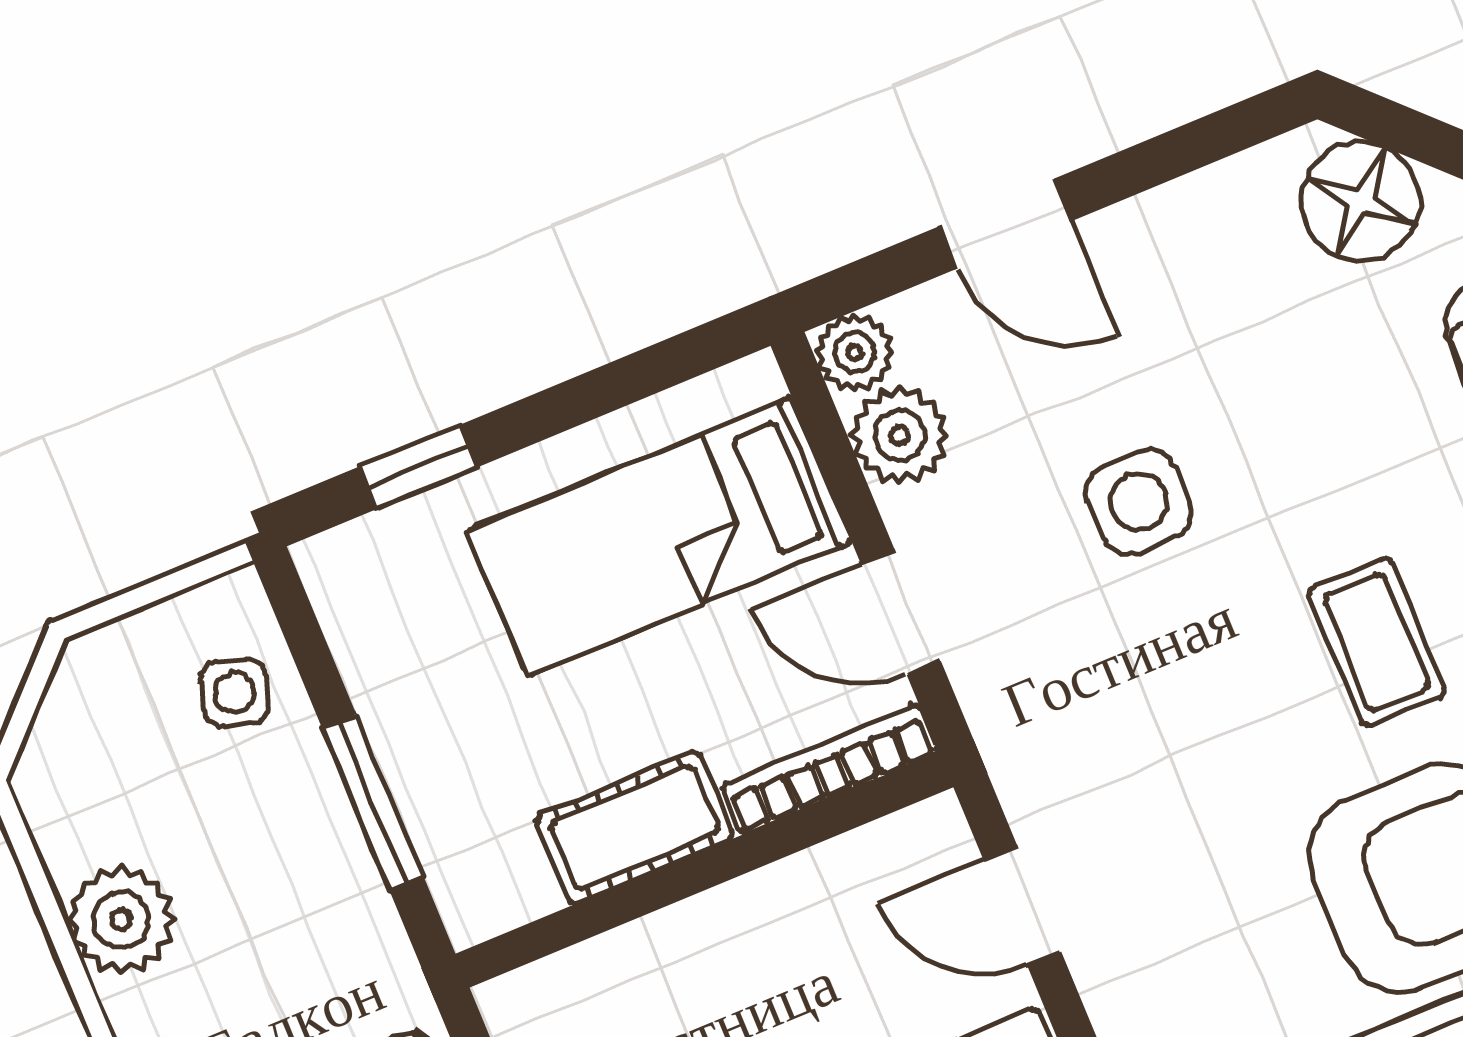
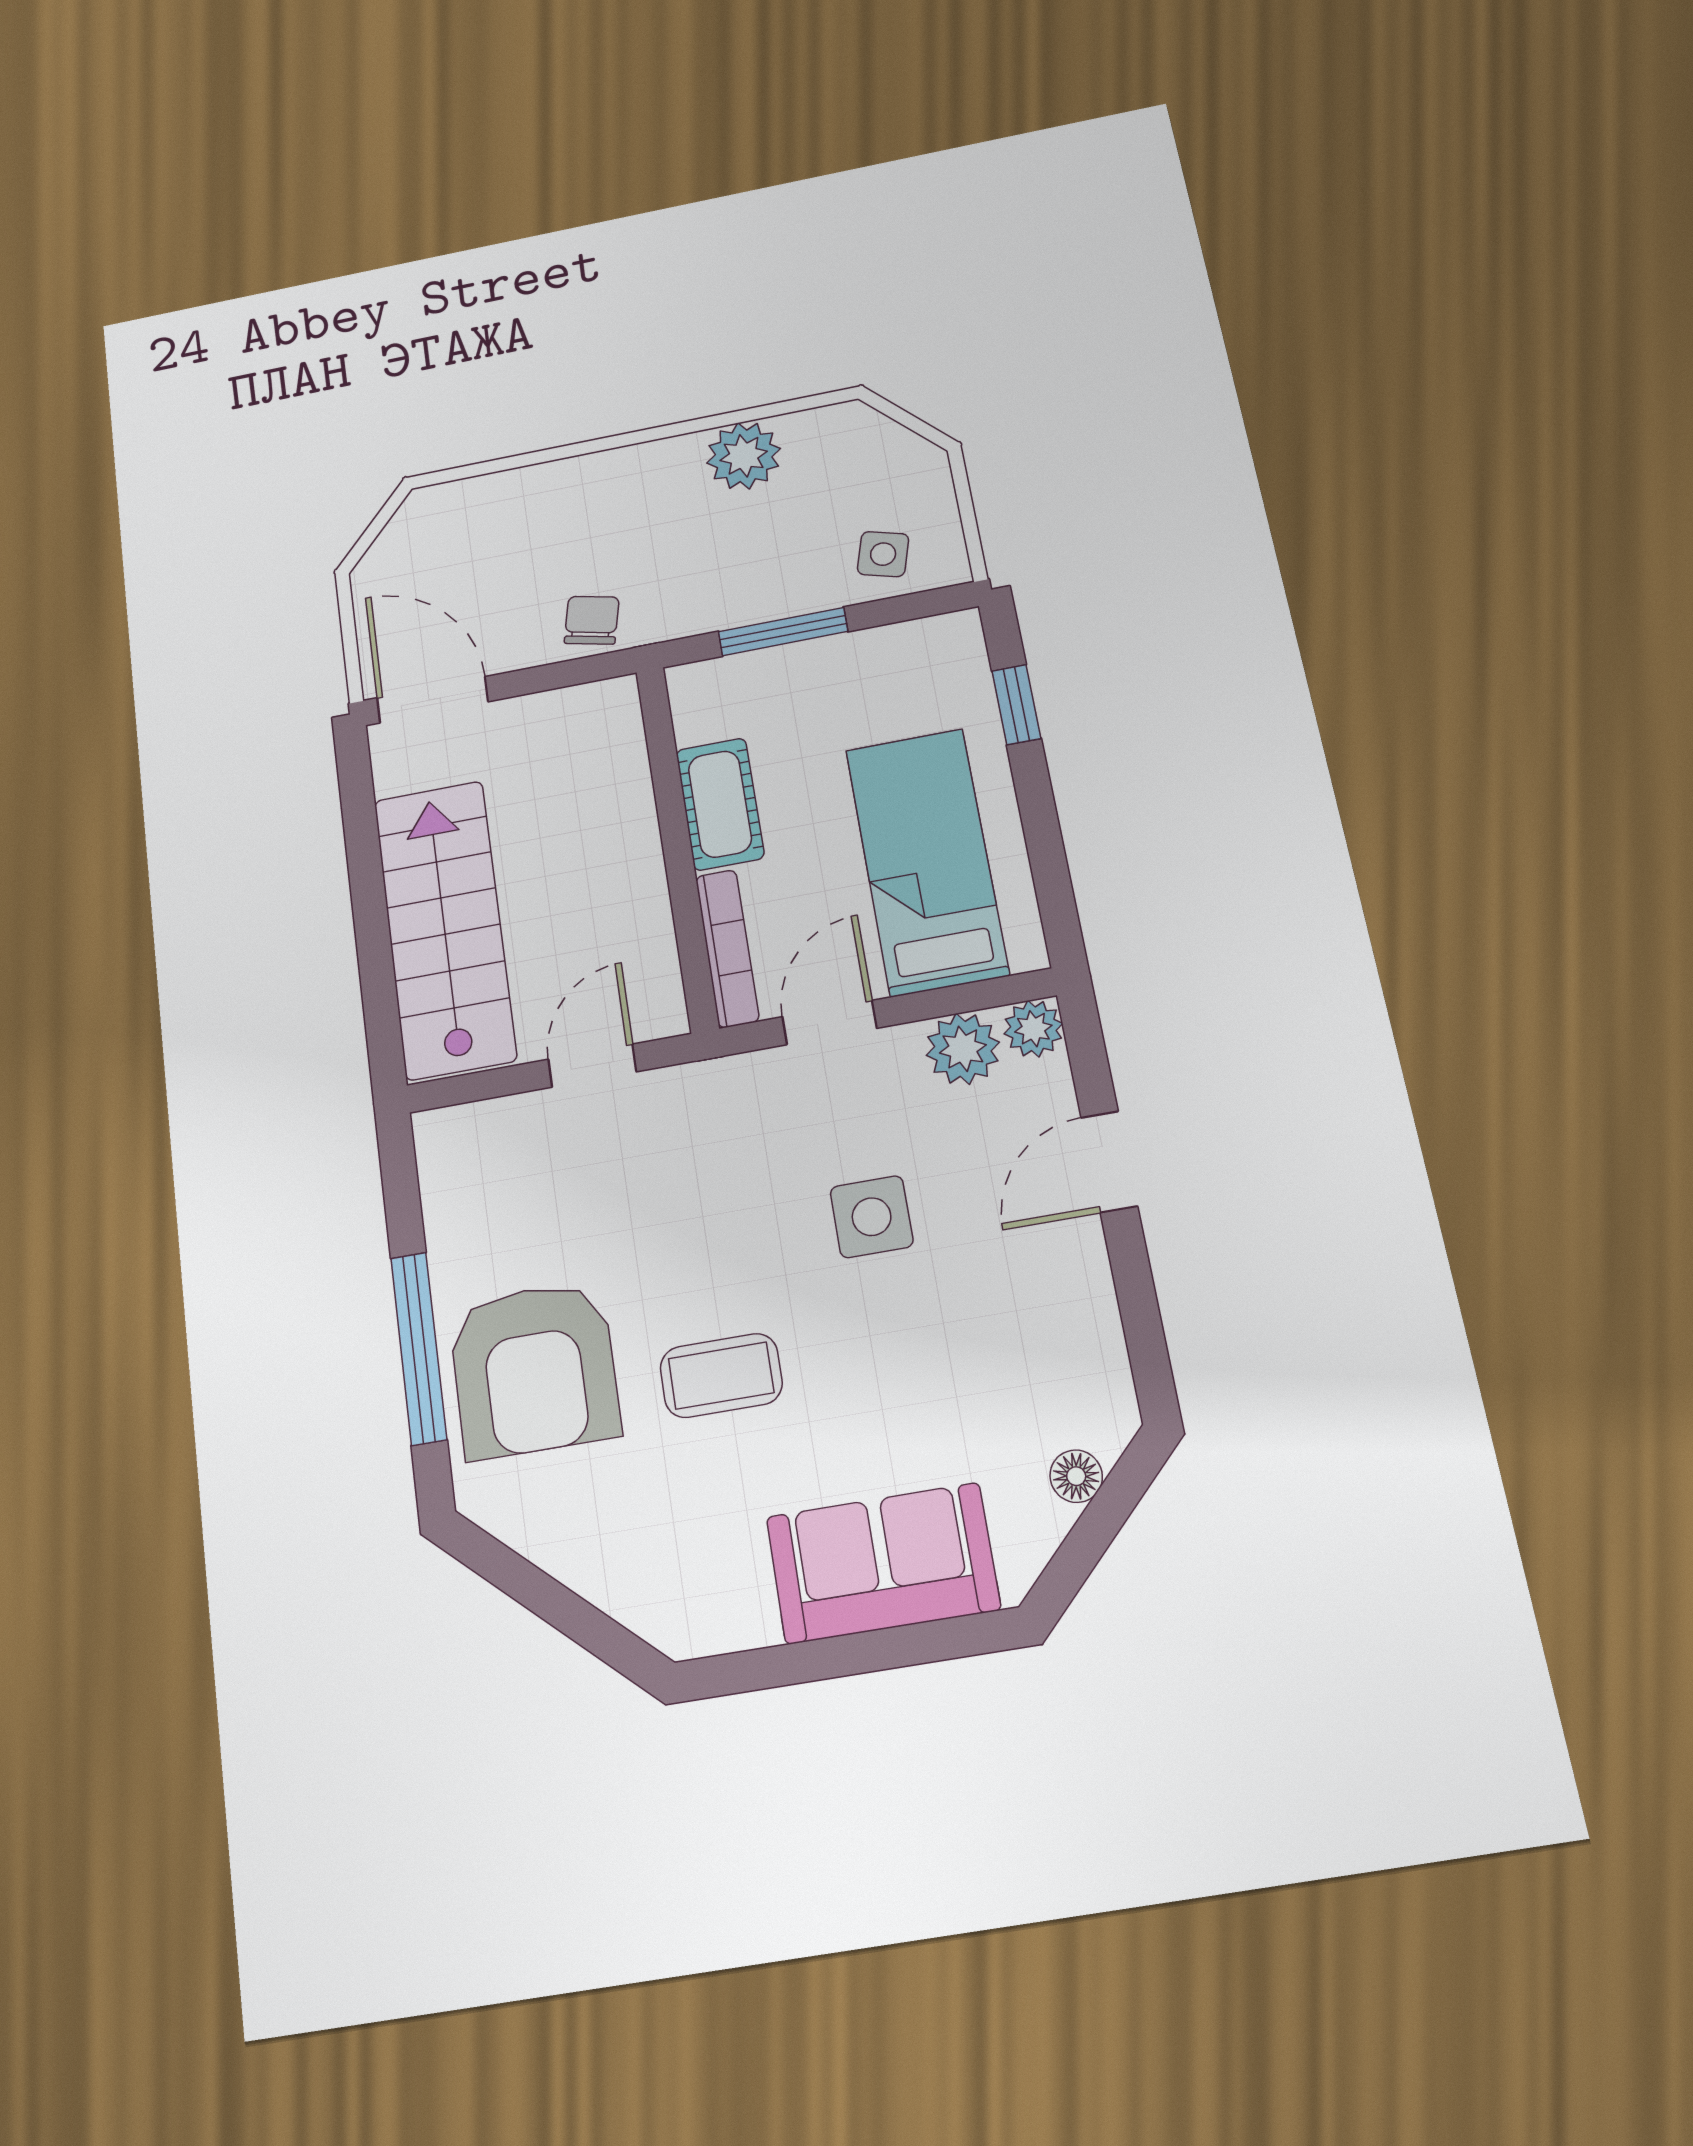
floor lamp: (1360, 201) -> (1076, 1476), width x0.53, depth x0.53

